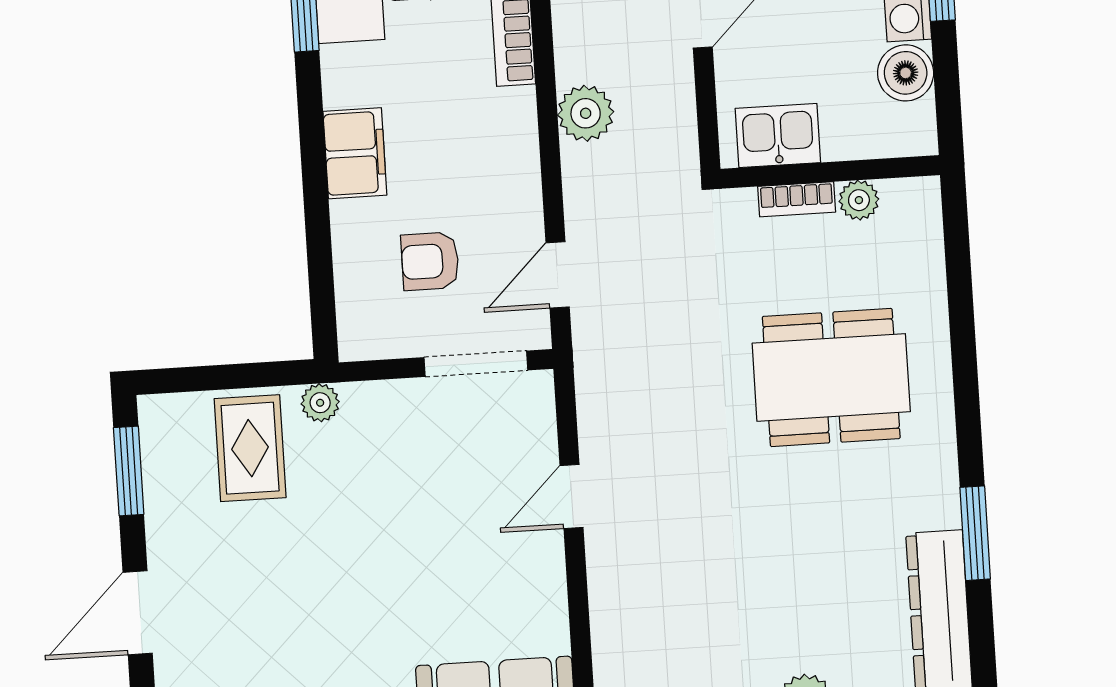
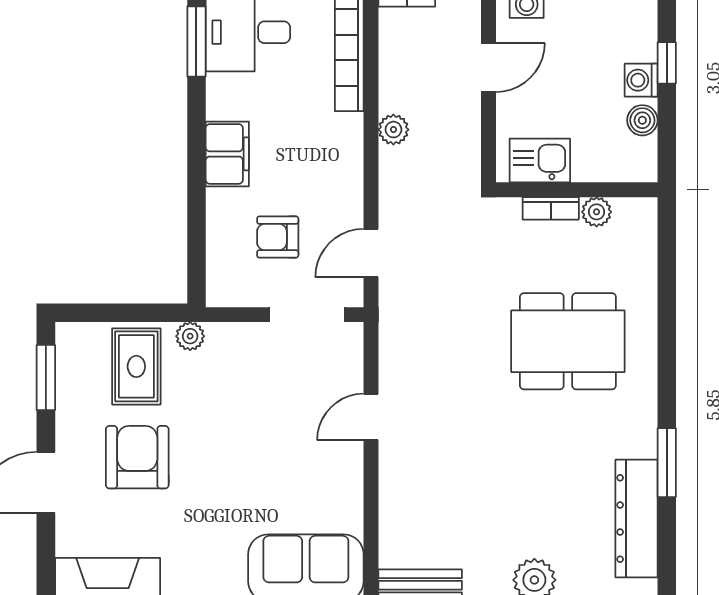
boiler: (906, 73) -> (642, 120), width x0.73, depth x0.73
plant: (586, 113) -> (393, 130), width x0.73, depth x0.73
armchair: (259, 571) -> (137, 457), added

